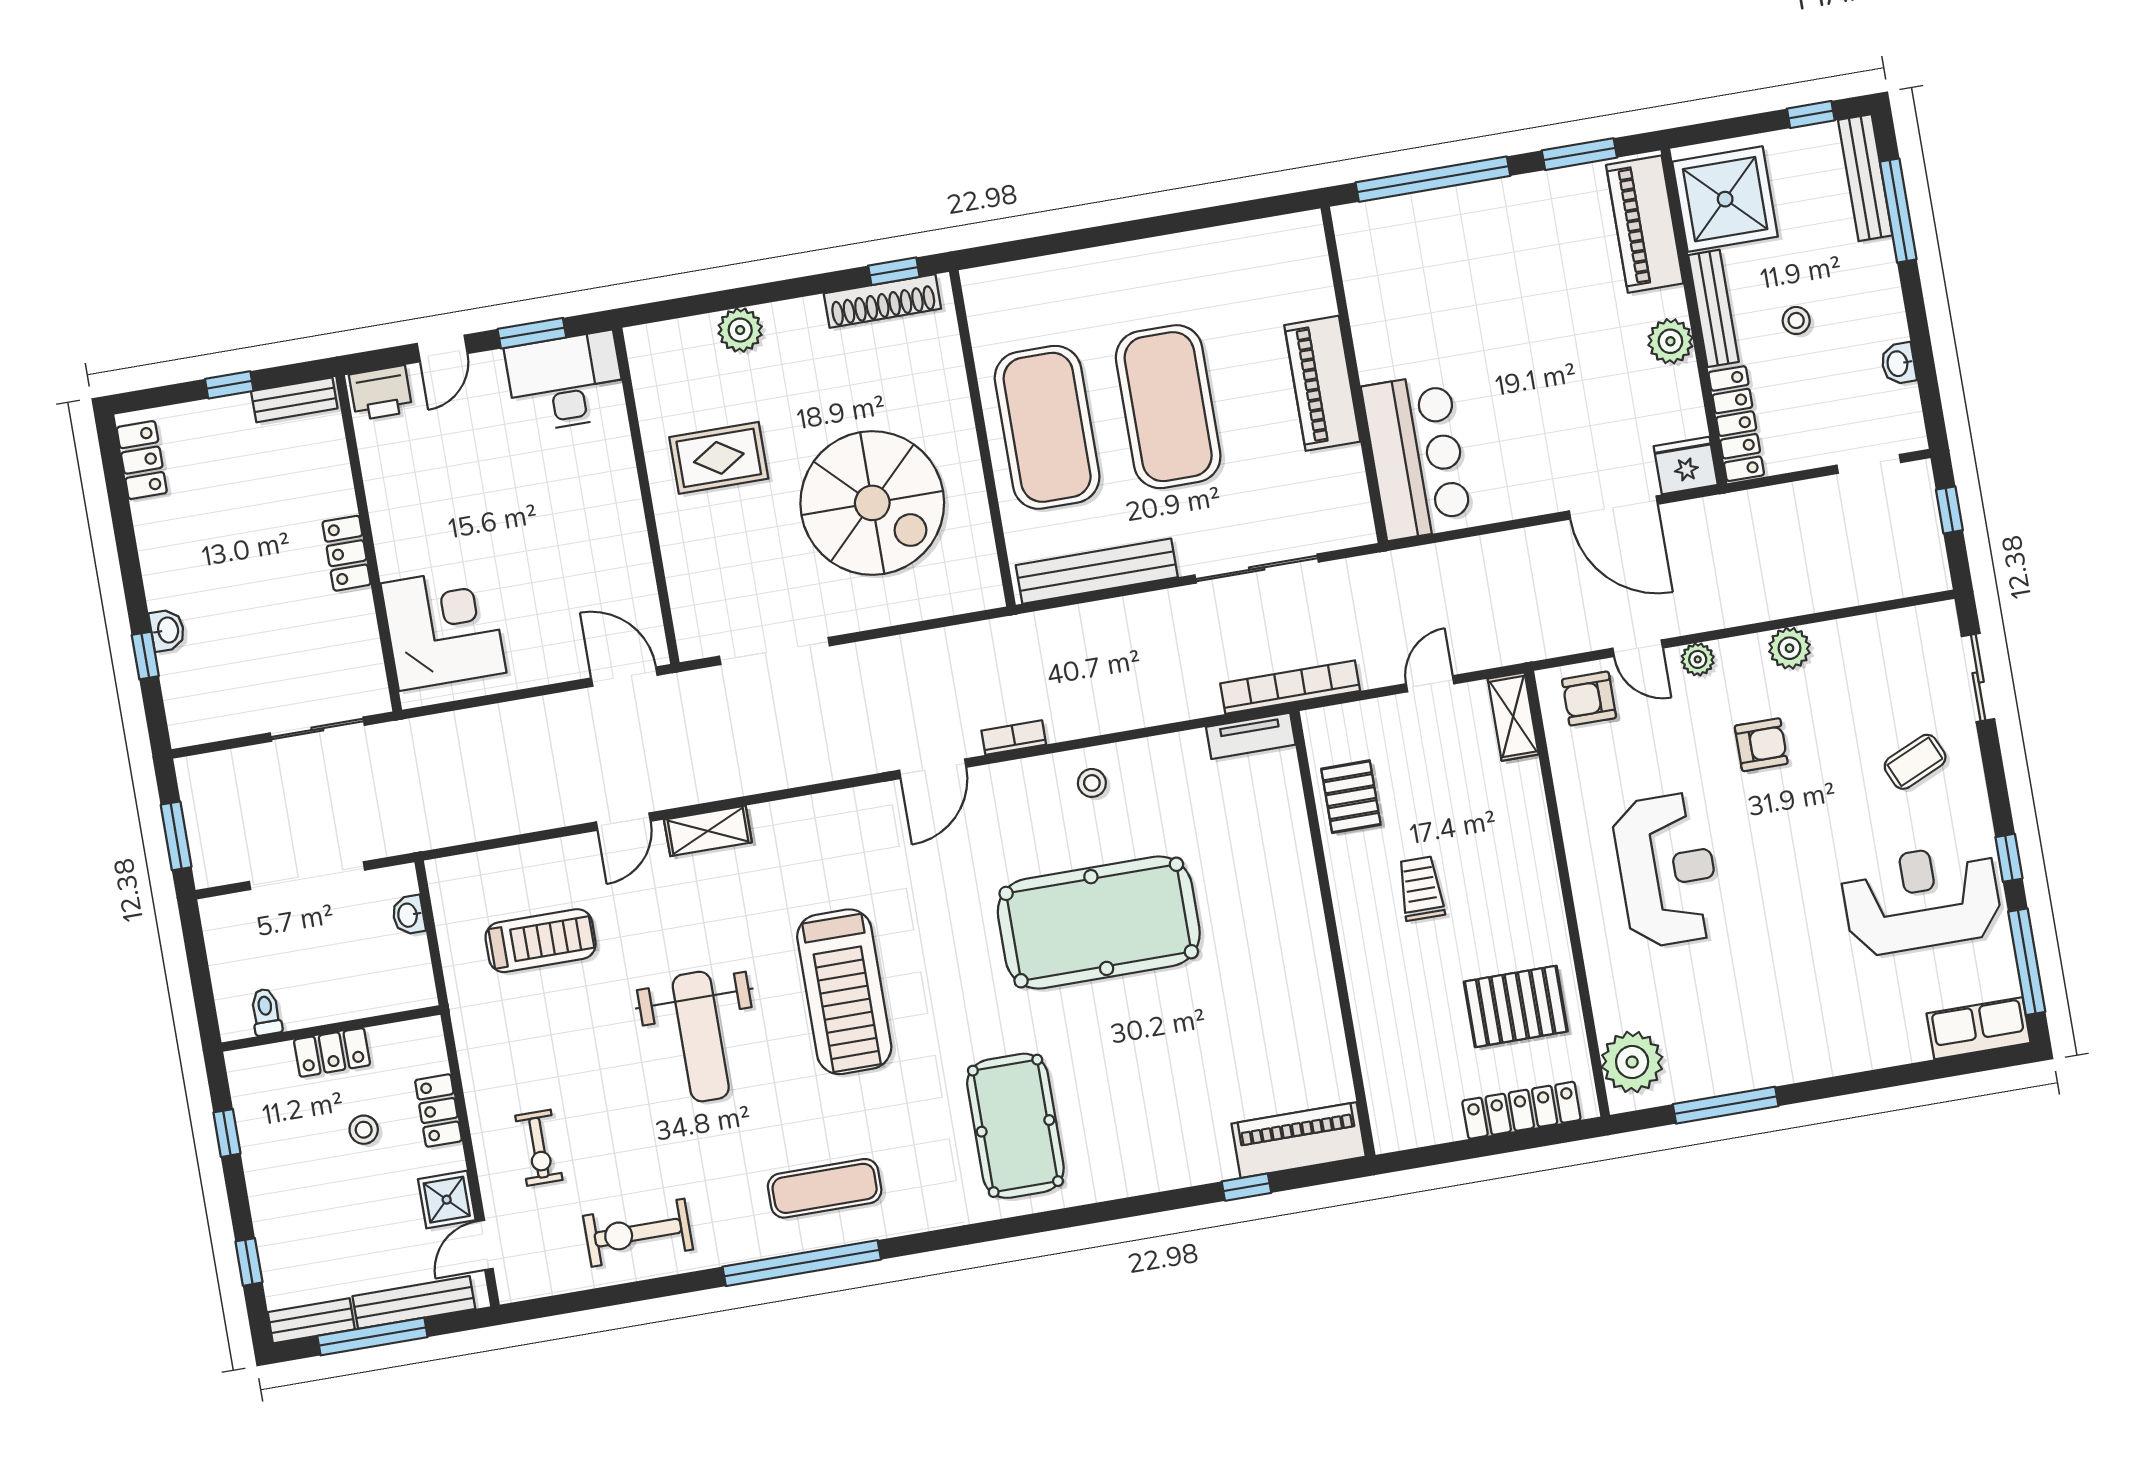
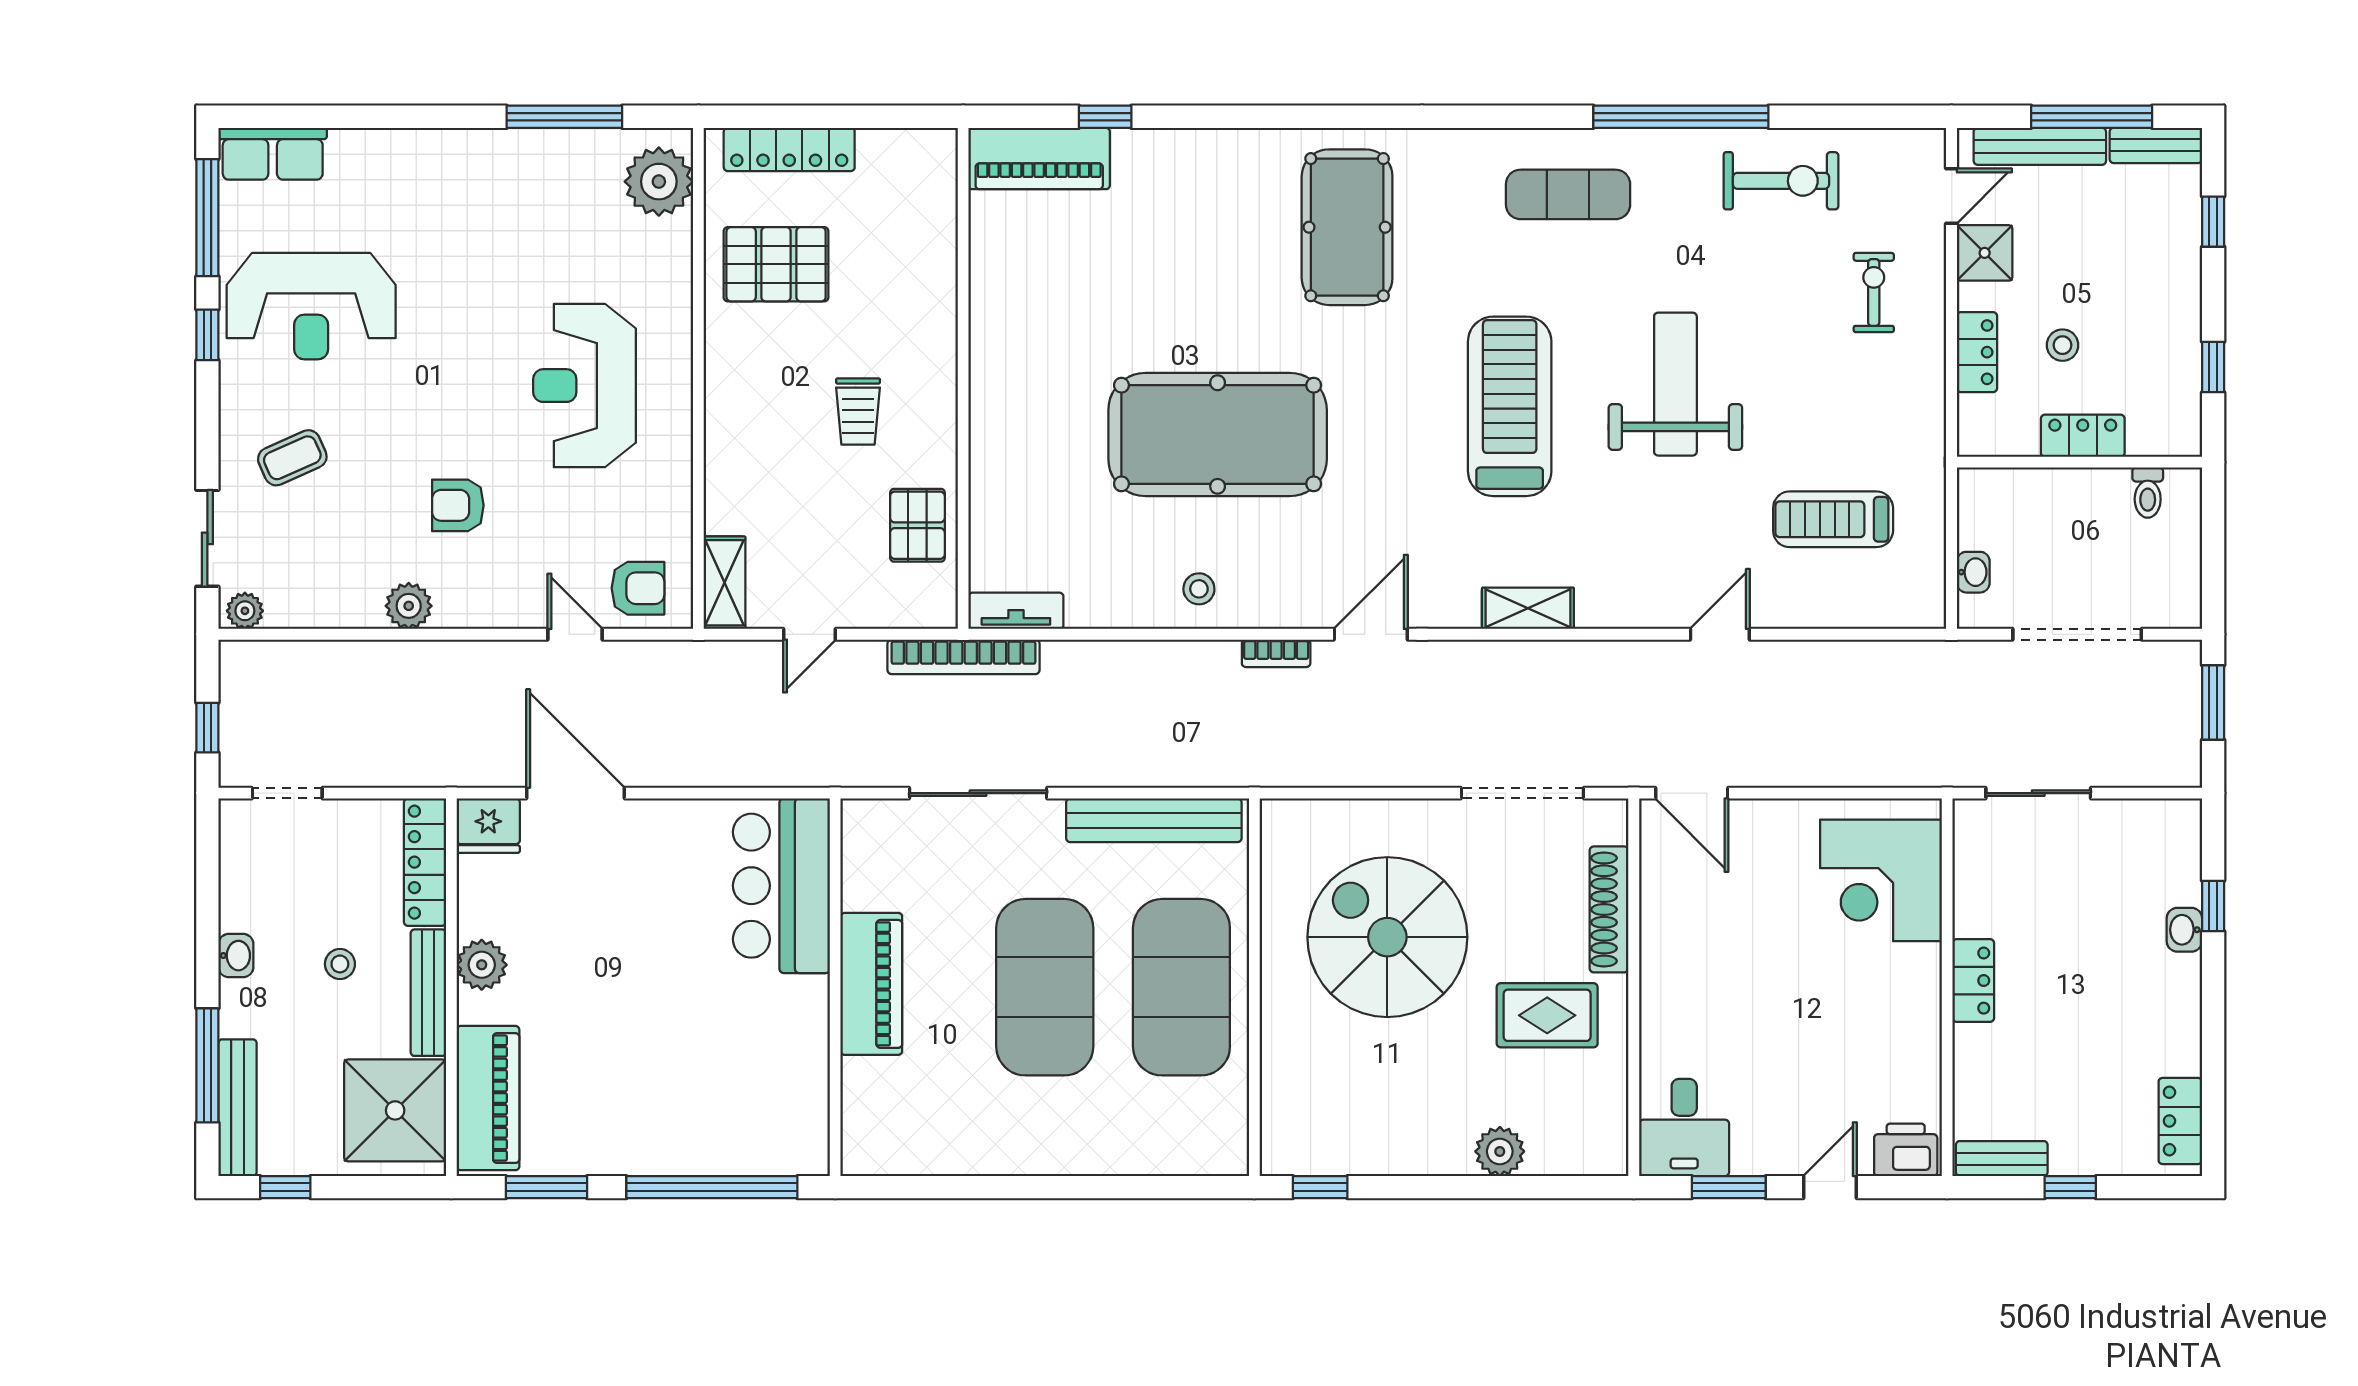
shoe rack: (882, 301) -> (1609, 909), moved, turned -90
washbasin: (1898, 364) -> (236, 956), moved
desk: (566, 382) -> (1684, 1127), width x0.73
plant: (1698, 659) -> (245, 611), moved
shelving: (708, 831) -> (1528, 608), moved
window: (802, 1263) -> (1681, 117), moved

